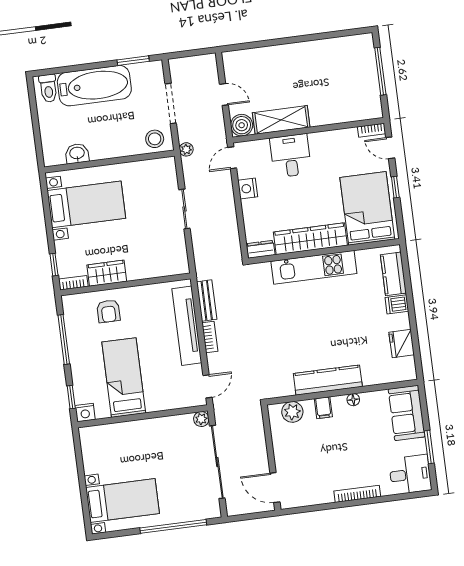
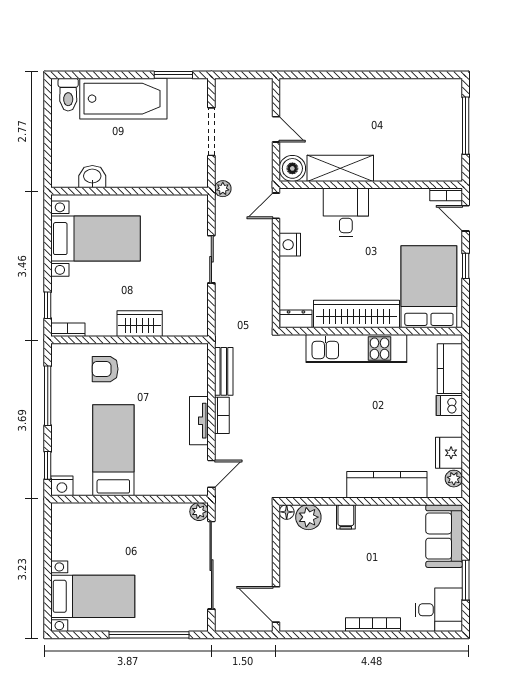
stool: (155, 139) -> (187, 171), removed
wardrobe: (107, 273) -> (140, 324), moved
armchair: (108, 311) -> (105, 369), turned 90
tv unit: (187, 326) -> (199, 421), width x0.52, depth x0.78
plant: (408, 364) -> (454, 479), added
kitchen counter: (328, 380) -> (387, 485), moved
floor lamp: (353, 400) -> (287, 512), moved

